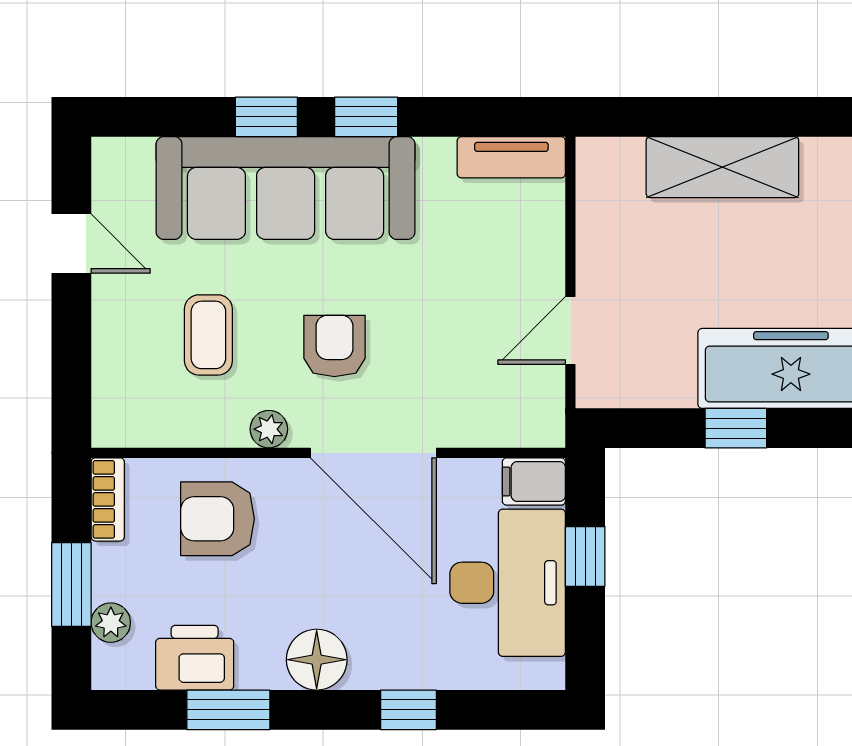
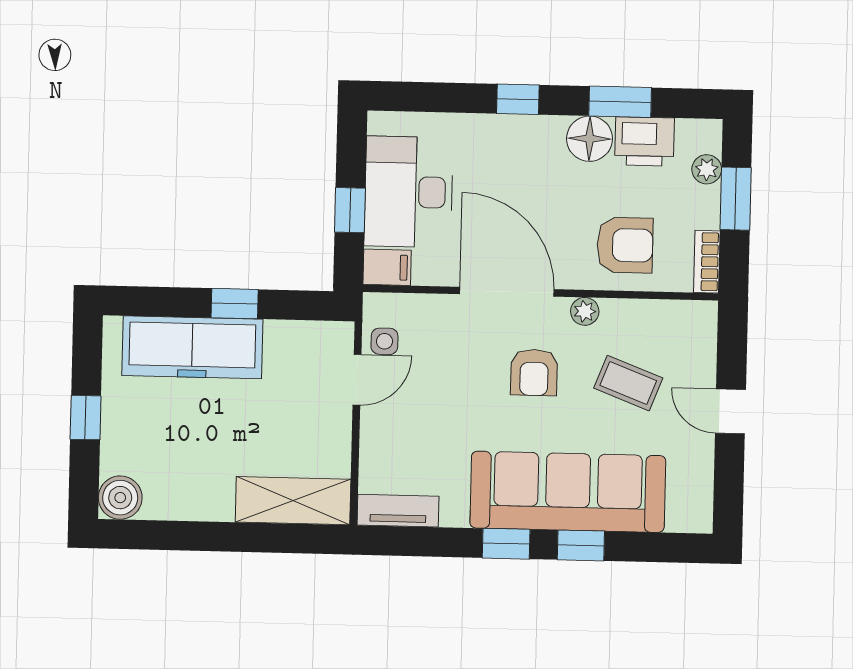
shelving: (722, 167) -> (293, 501), moved
door: (71, 243) -> (730, 411), moved
coffee table: (208, 335) -> (628, 383), turned -69
side table: (535, 383) -> (384, 341), added
floor lamp: (317, 660) -> (590, 139), moved
window: (408, 710) -> (518, 99), moved

